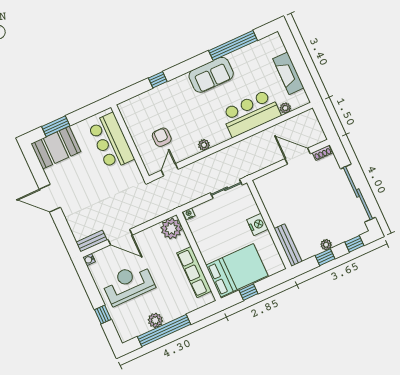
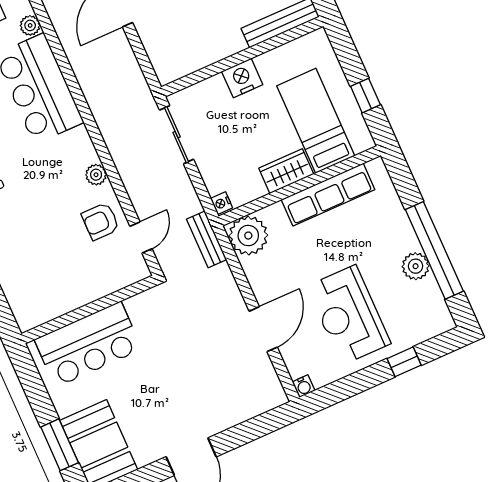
armchair: (162, 137) -> (101, 221), moved
door: (170, 170) -> (141, 238), swing flipped
bench: (91, 241) -> (207, 239), moved
wardrobe: (207, 249) -> (286, 171), added
bed: (237, 270) -> (316, 121), width x0.67

